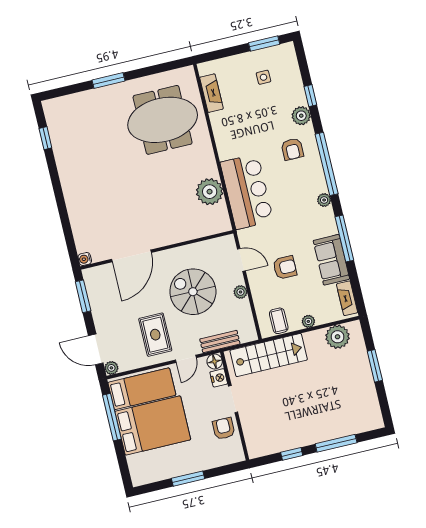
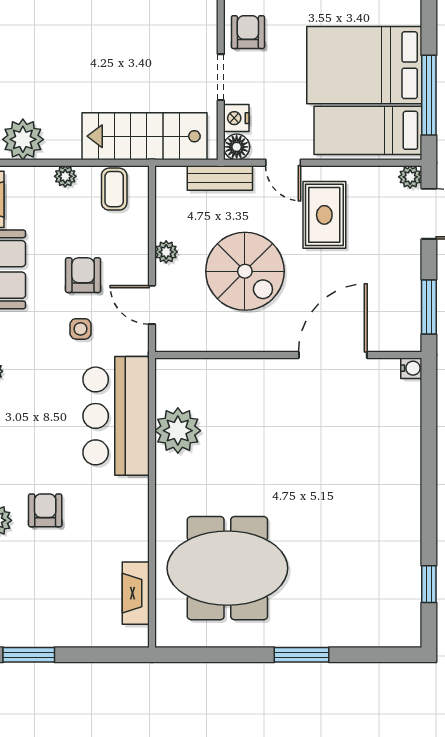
side table: (263, 77) -> (80, 329), moved
armchair: (292, 149) -> (45, 510), moved
armchair: (285, 267) -> (83, 275), turned 90
door: (186, 359) -> (283, 163), swing flipped
armchair: (224, 429) -> (248, 32), turned 180

